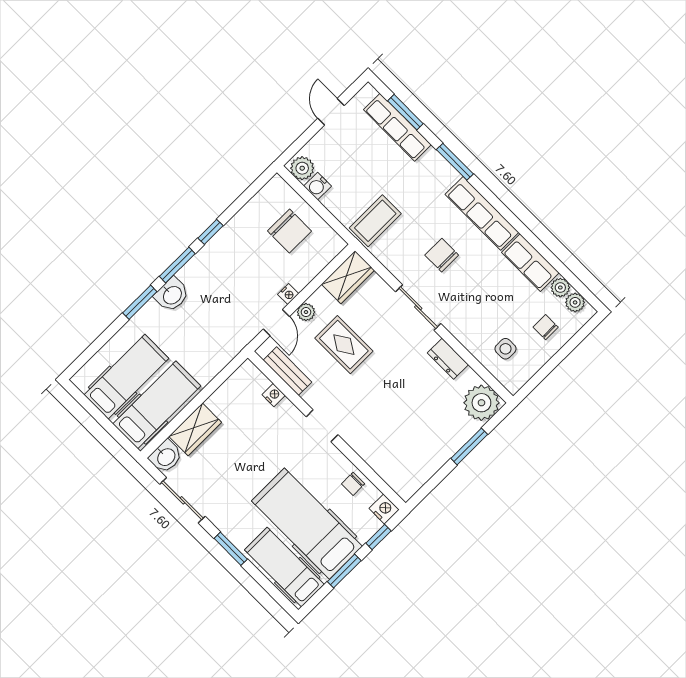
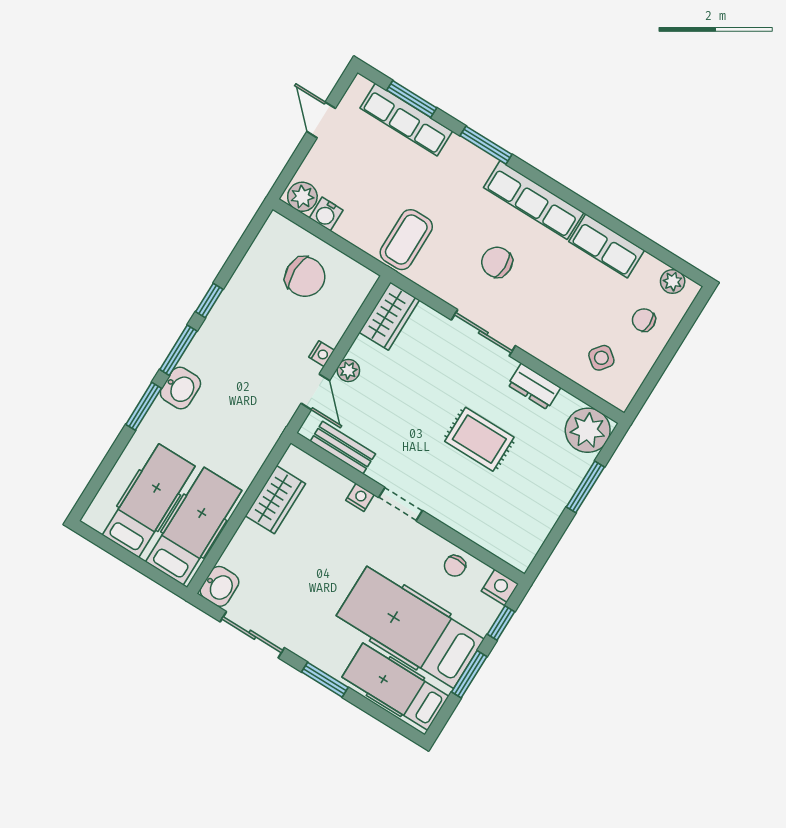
plant: (560, 288) -> (650, 268), removed
rug: (344, 345) -> (479, 439), moved
side table: (506, 349) -> (601, 358), turned 38
nightstand: (274, 395) -> (360, 497), moved
wardrobe: (195, 429) -> (275, 500), moved

